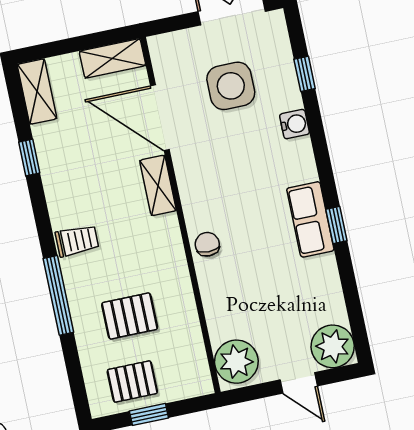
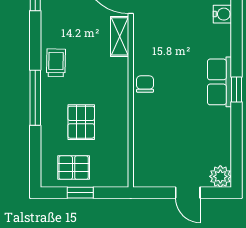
trolley: (77, 241) -> (56, 63), turned -89
pallet: (130, 316) -> (81, 122), turned 90
plant: (333, 346) -> (220, 176), width x0.73, depth x0.73
plant: (236, 362) -> (148, 169), removed

